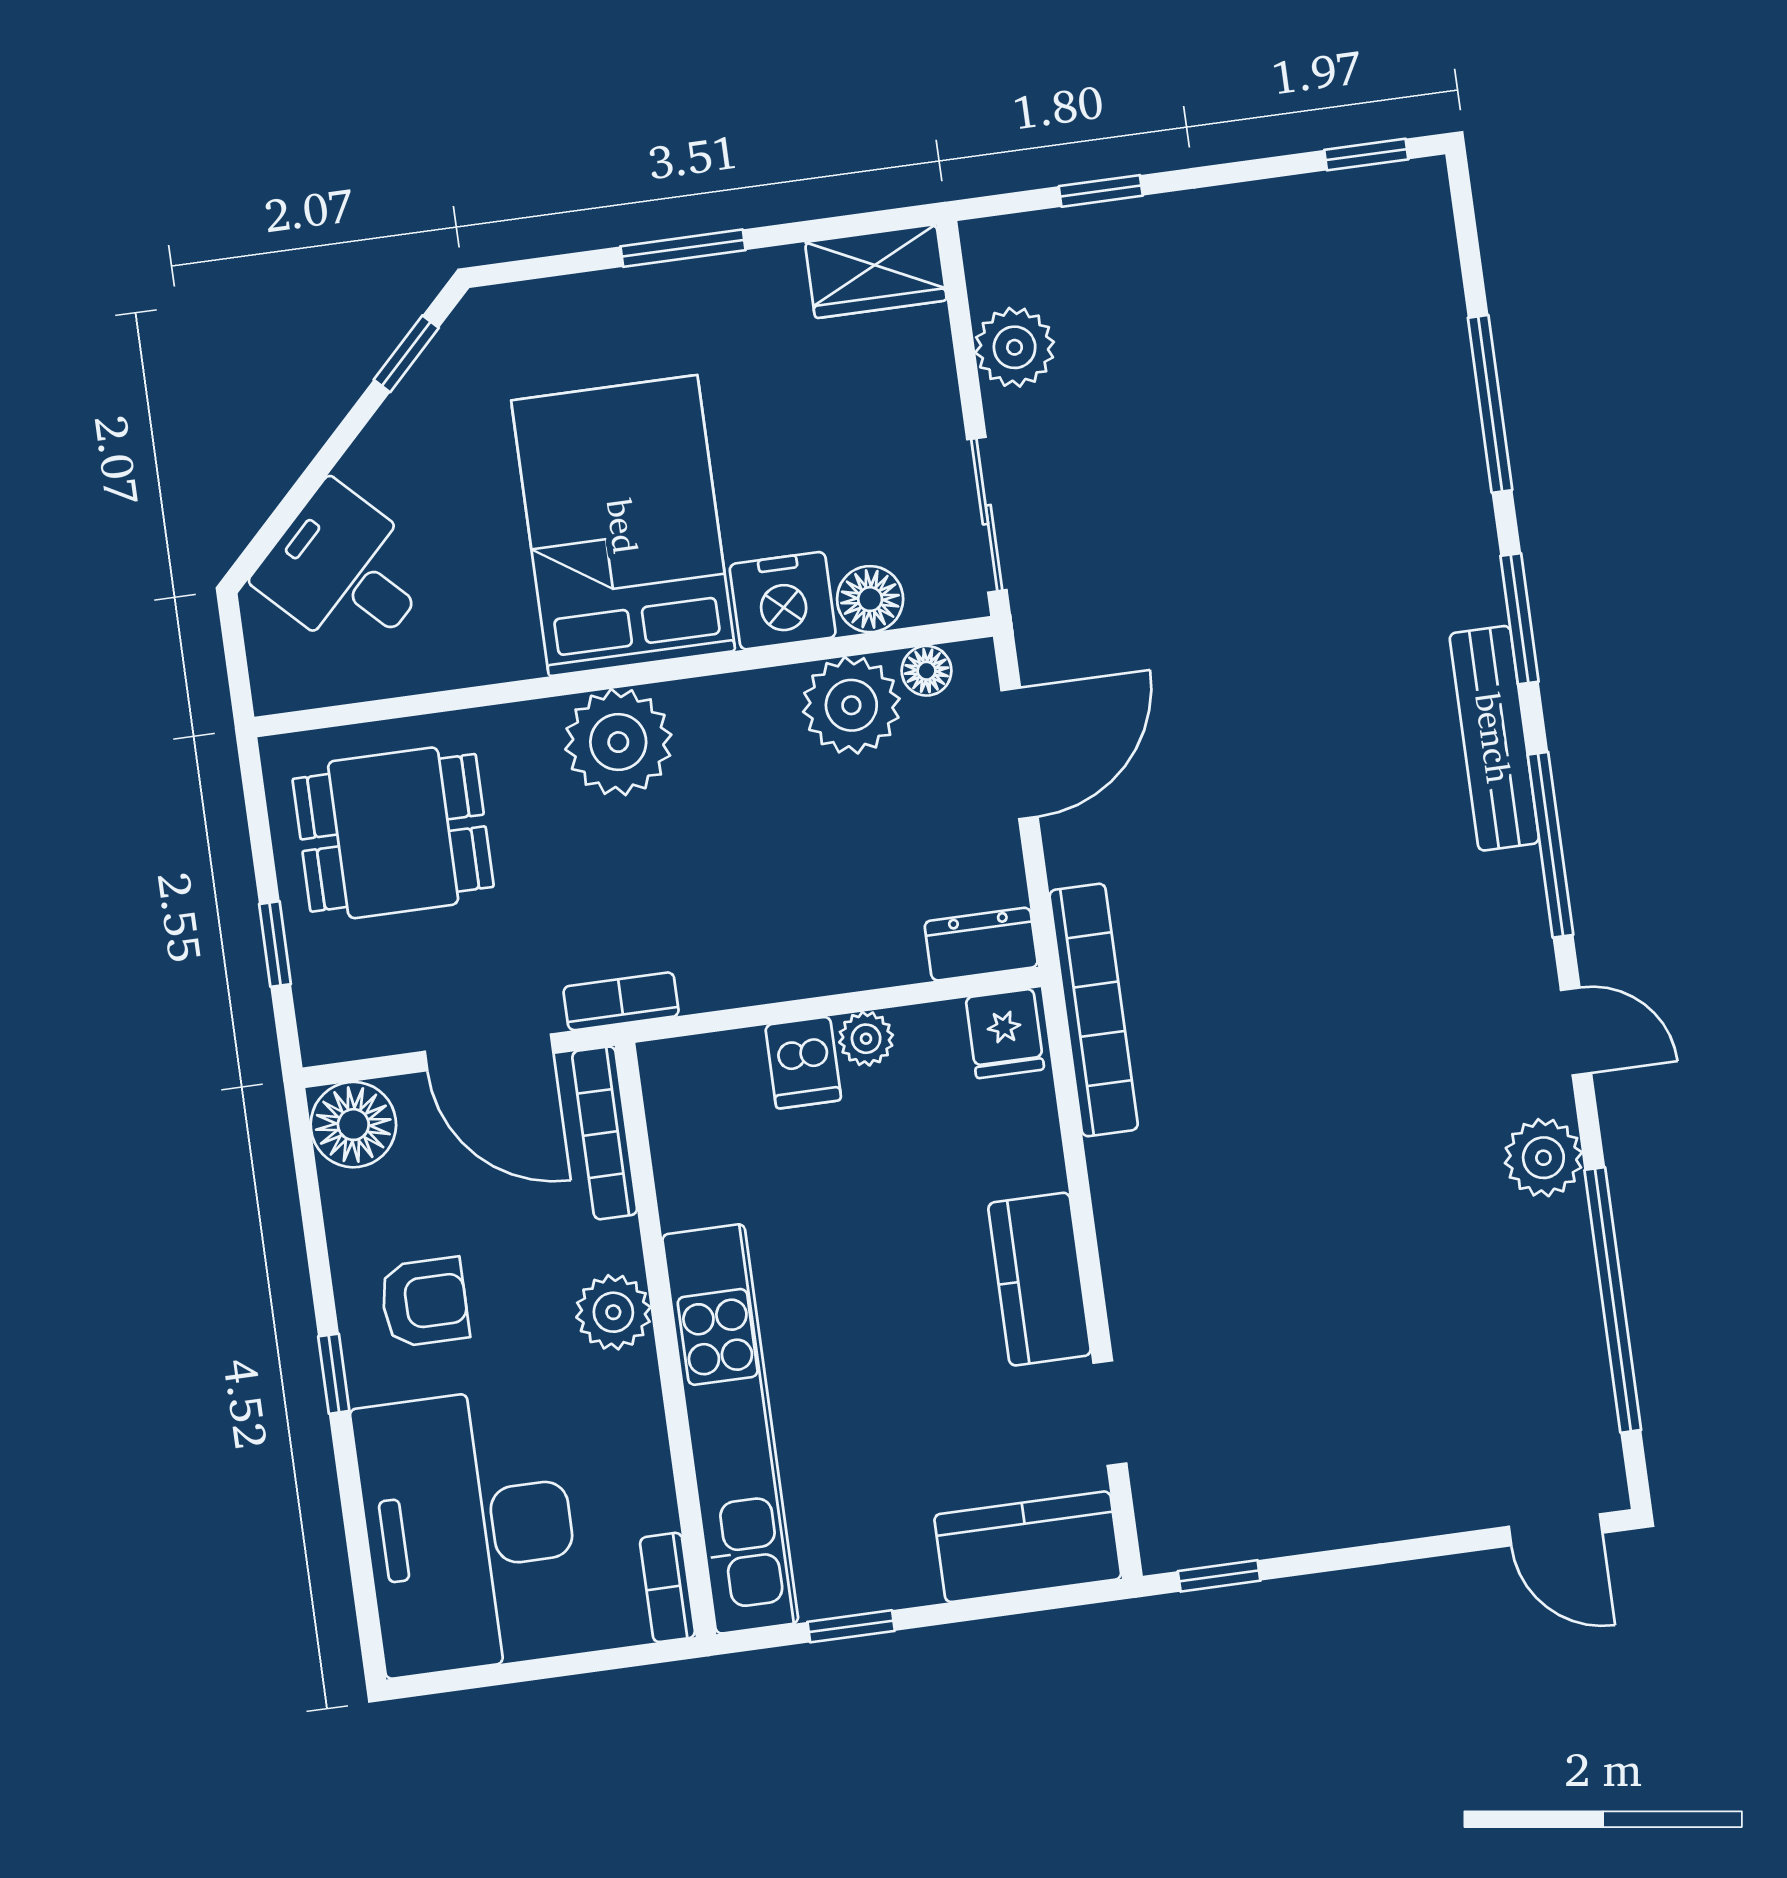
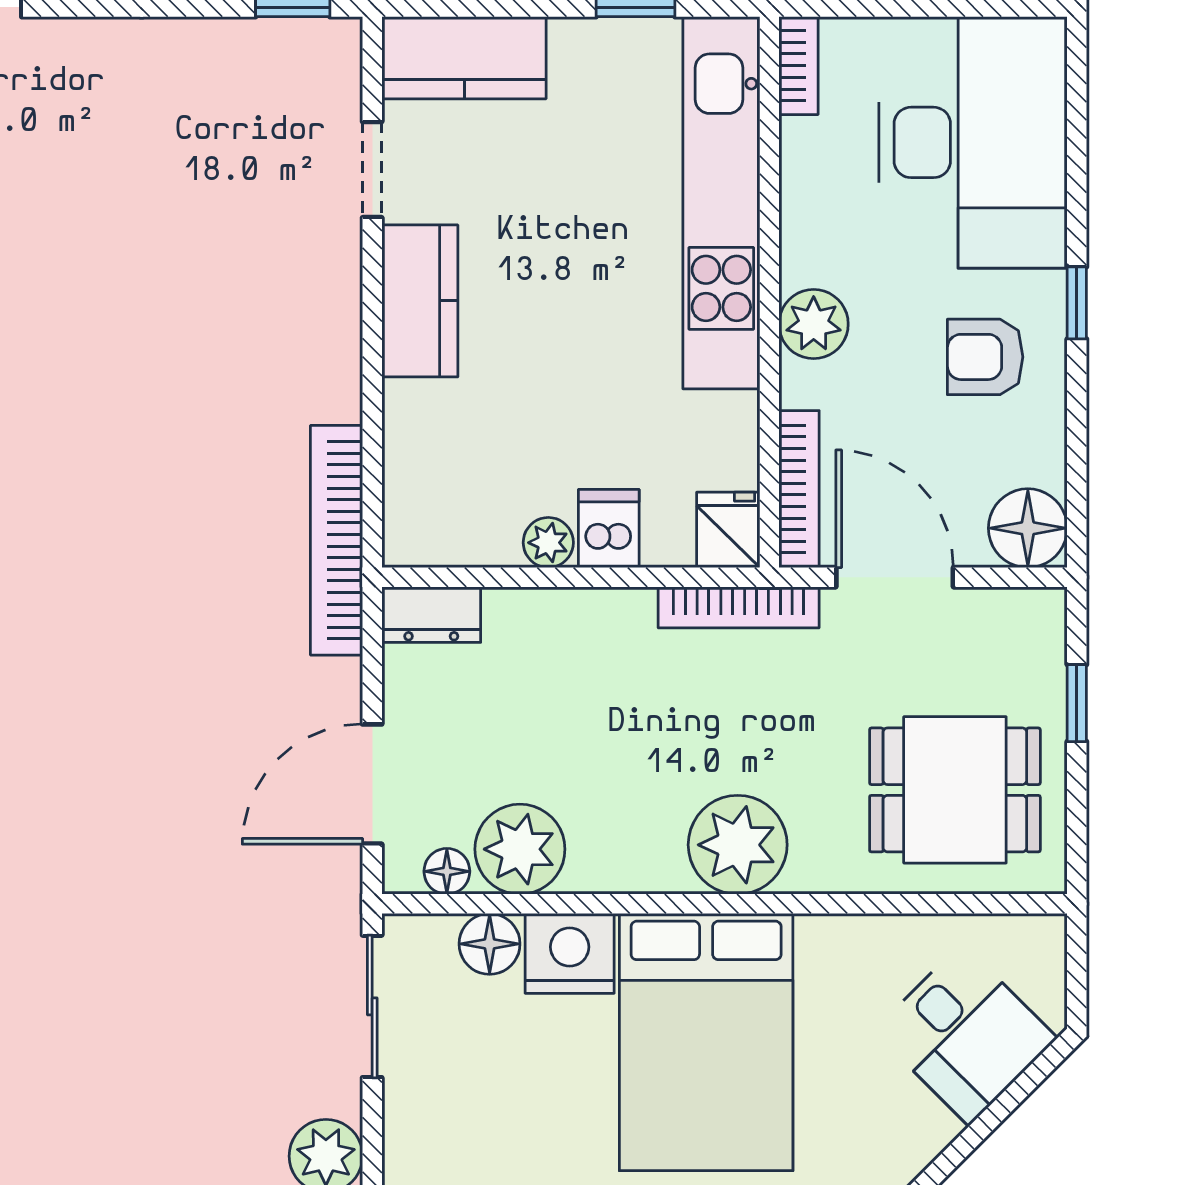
bookcase: (621, 1001) -> (739, 607), width x1.56
fridge: (1005, 1033) -> (728, 530), moved

